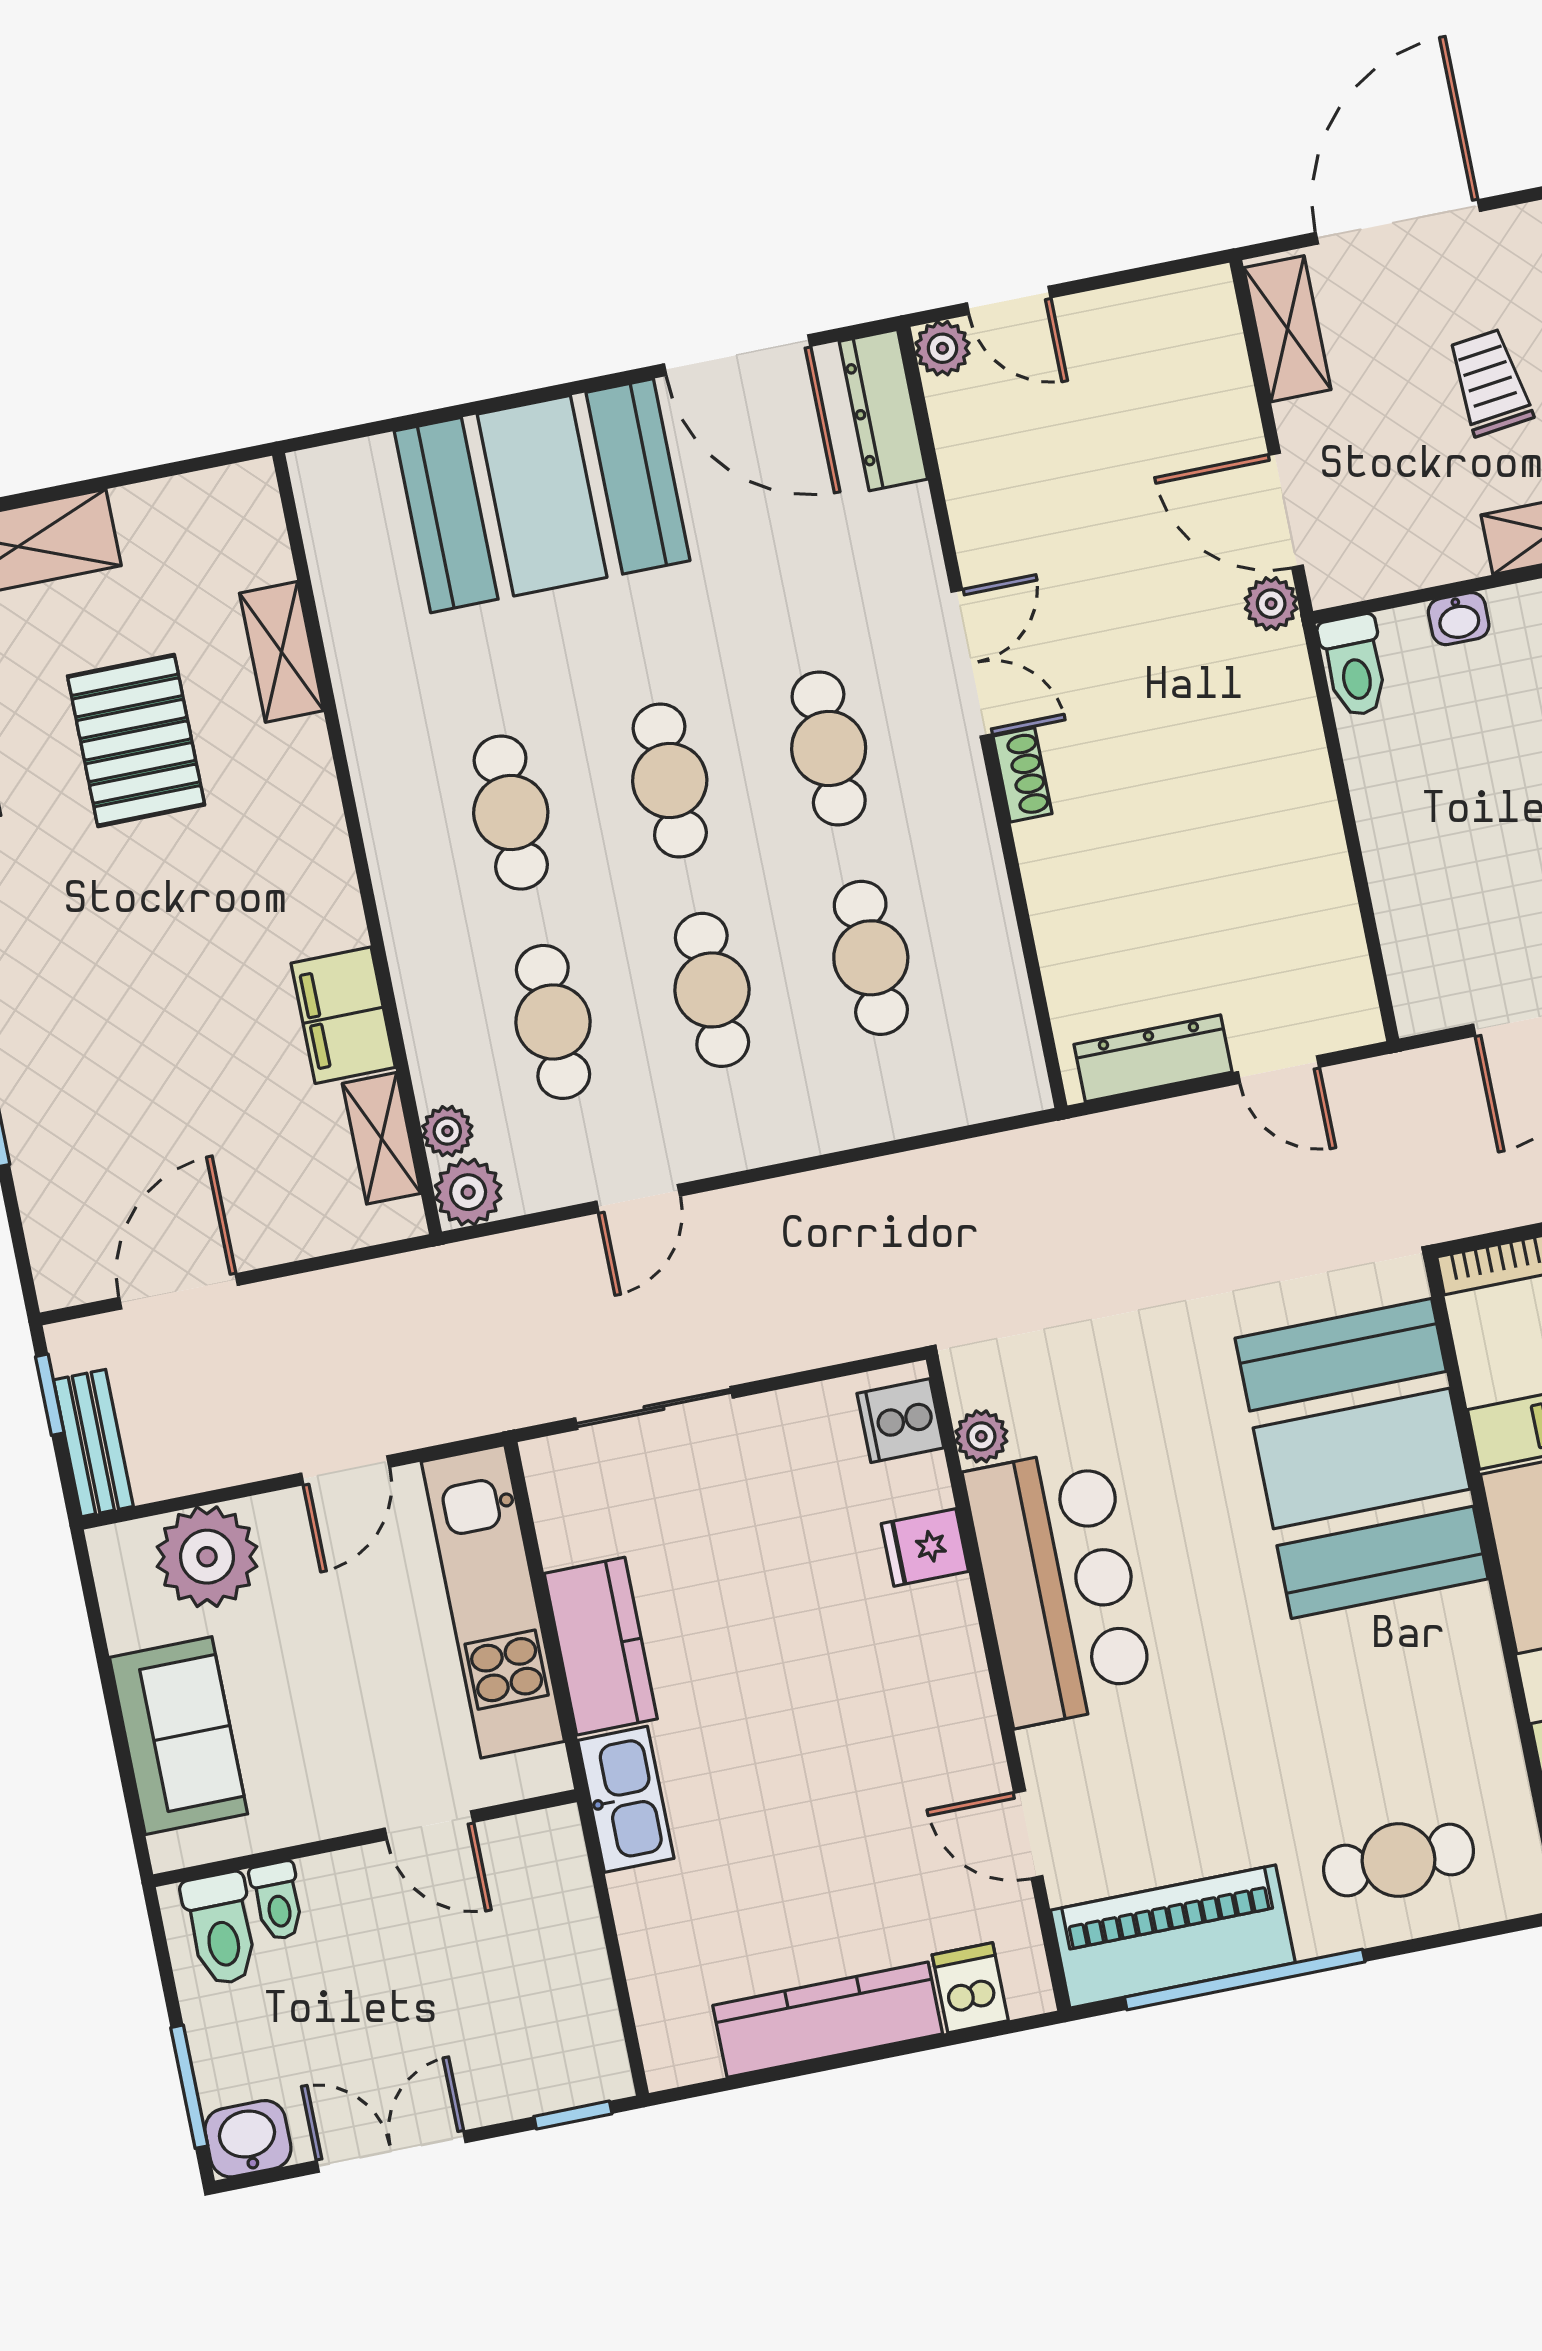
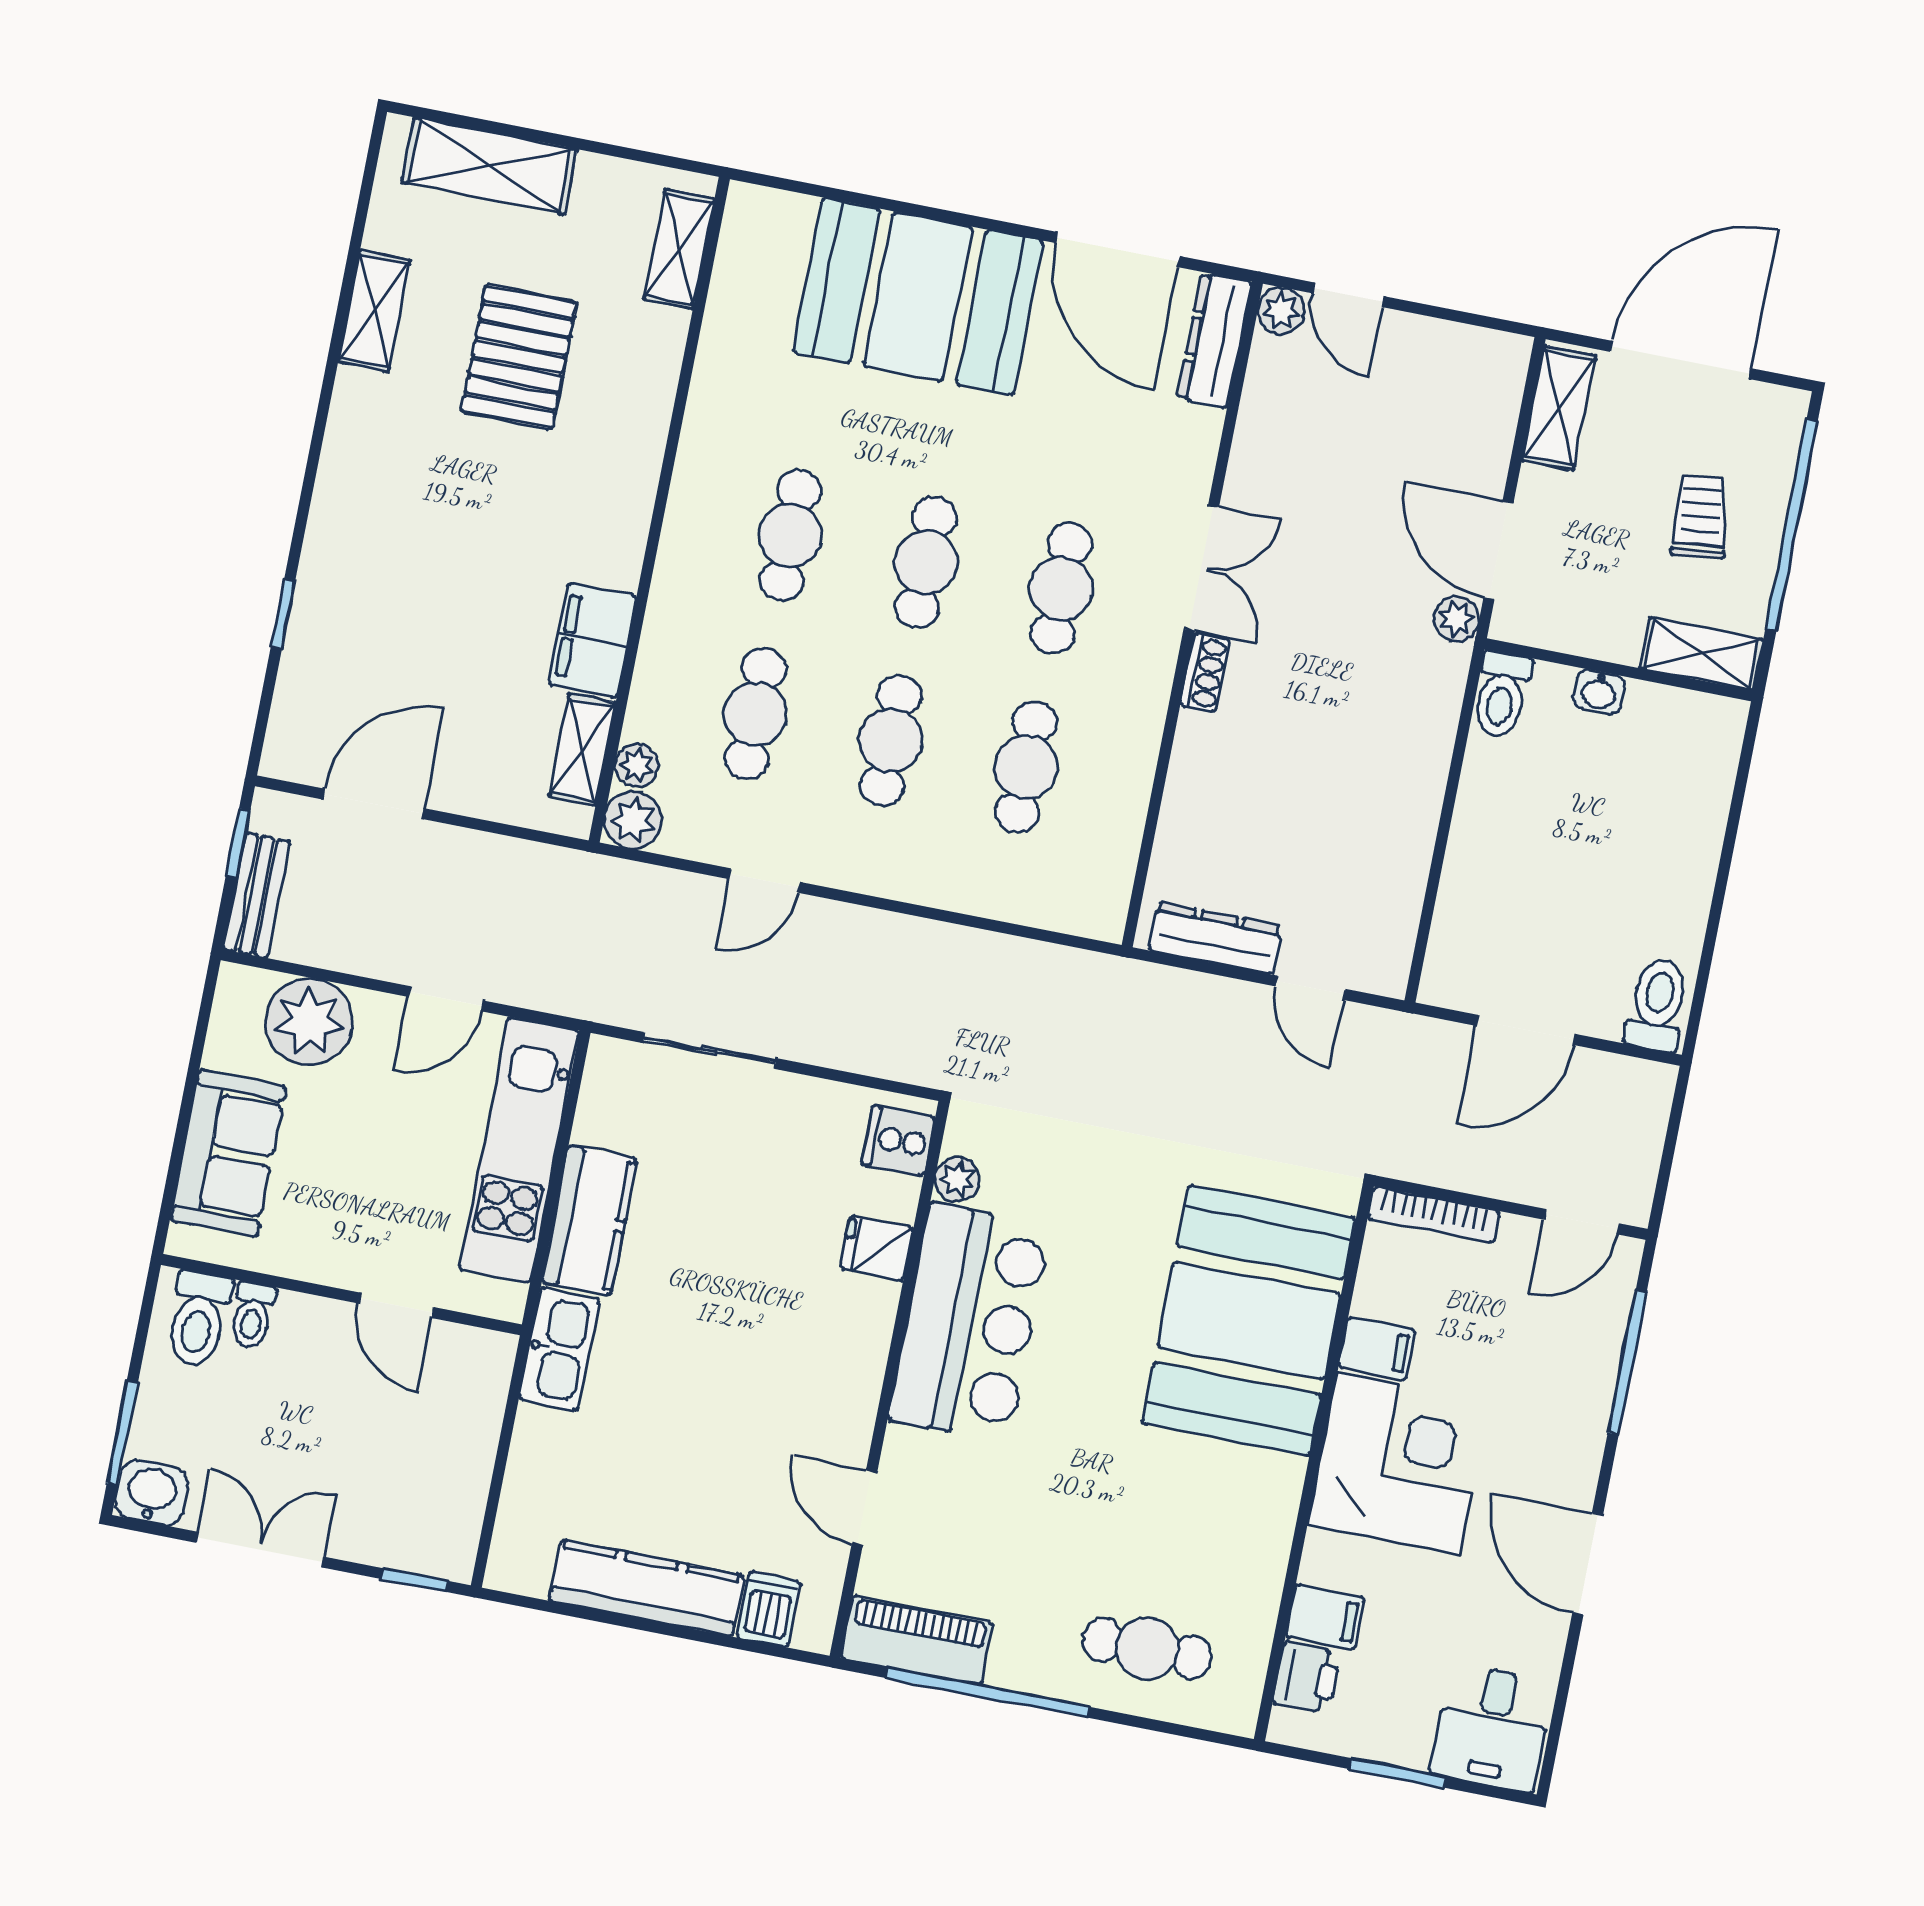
shelving: (281, 652) -> (679, 249), moved
piano: (1173, 1936) -> (917, 1640), width x0.73, depth x0.75

